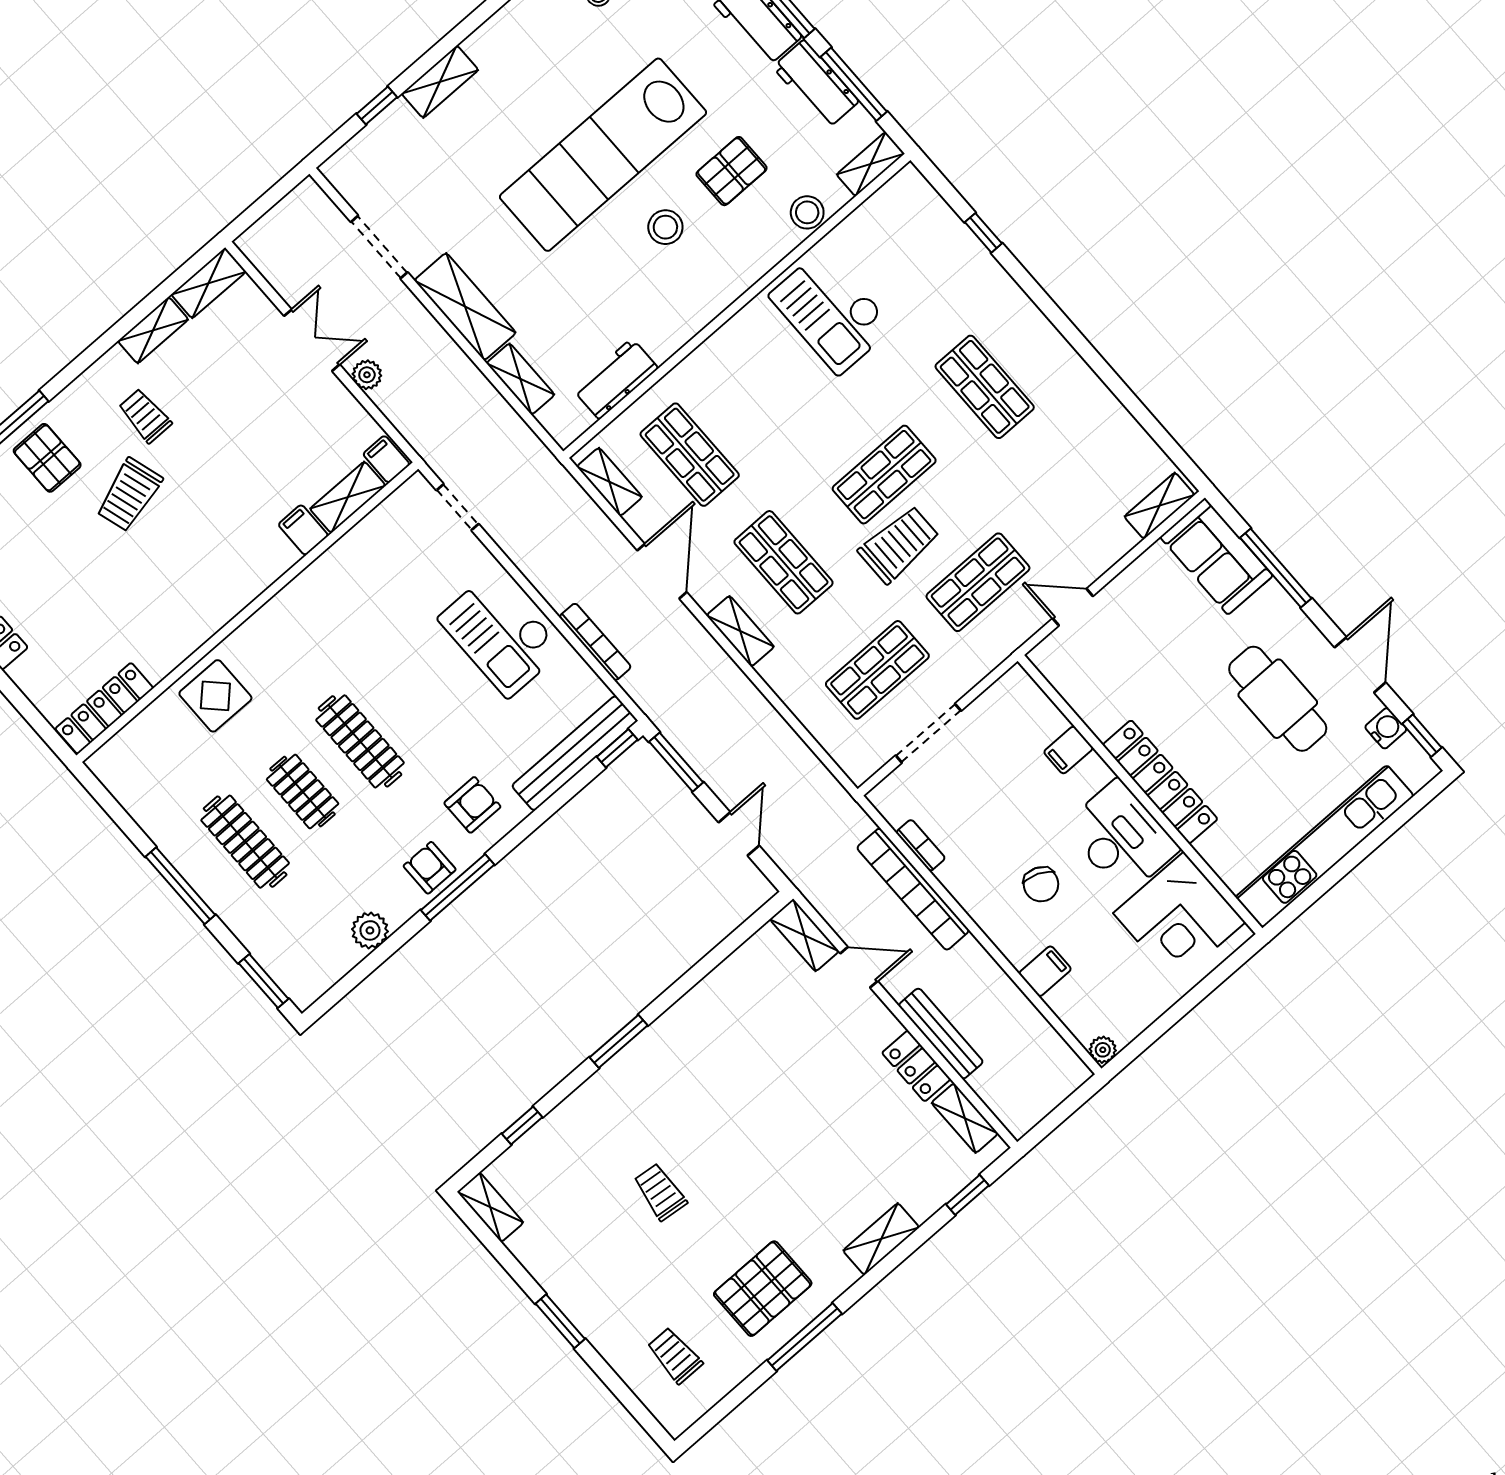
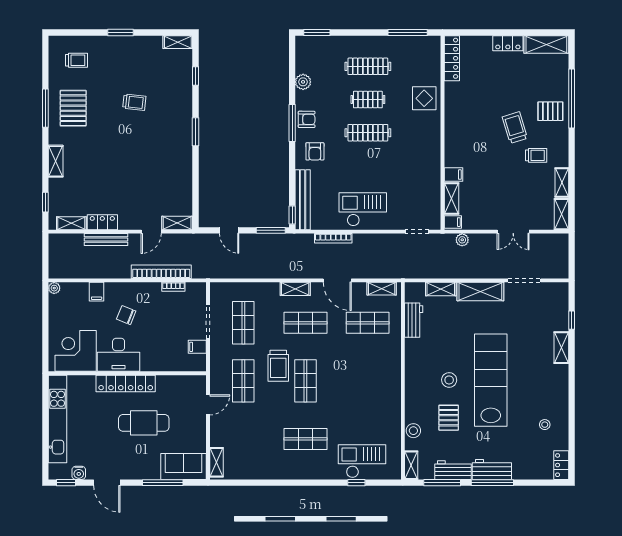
checkout: (831, 311) -> (362, 461), moved
plant: (367, 375) -> (462, 240), moved
cafe table: (1278, 699) -> (144, 423), moved
filing cabinet: (1068, 750) -> (197, 347), moved, turned -90
window: (180, 886) -> (408, 33), moved

